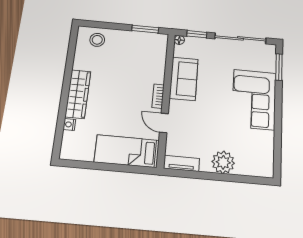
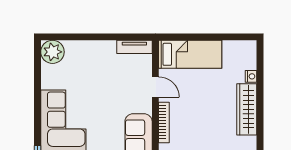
bookcase: (158, 96) -> (164, 122), width x1.56
plant: (223, 162) -> (52, 52), moved

